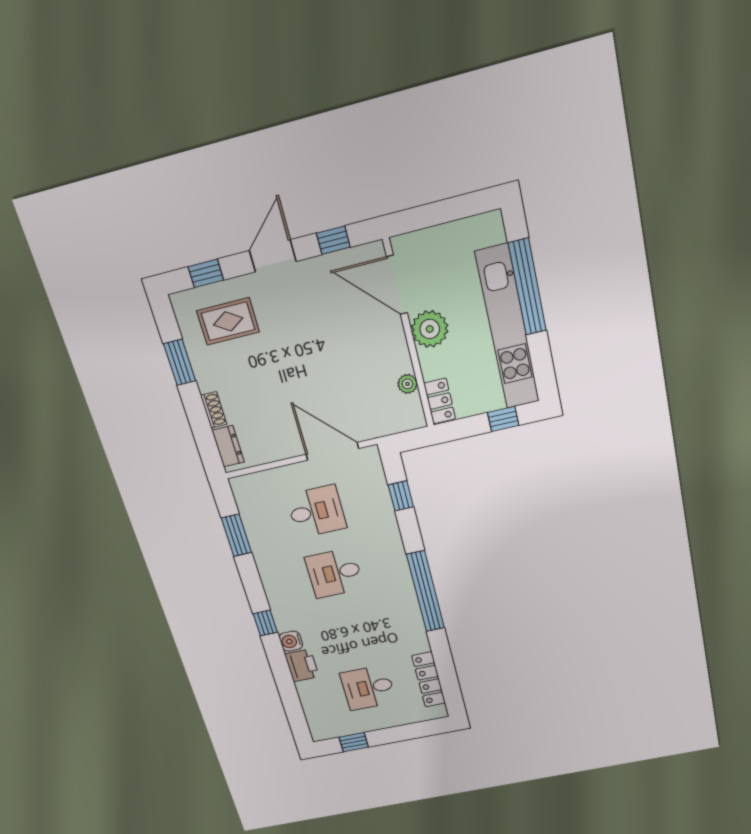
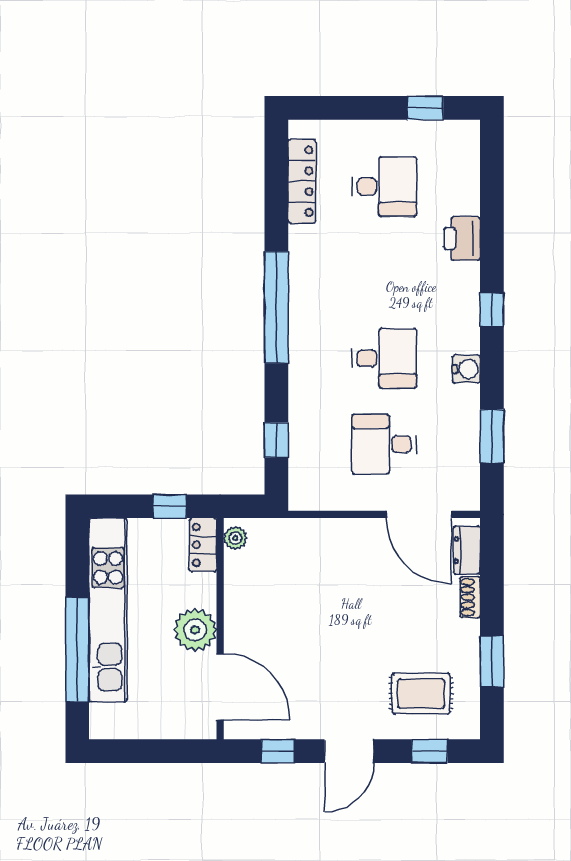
plant: (407, 384) -> (235, 538), moved
window: (503, 419) -> (170, 506), moved
door: (332, 451) -> (419, 514), moved
water cooler: (291, 641) -> (466, 369), moved

